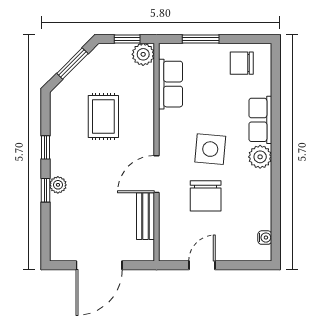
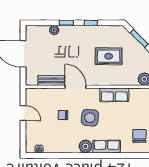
row of seats: (171, 84) -> (114, 95), moved
plant: (58, 185) -> (54, 30), moved
chair: (206, 196) -> (63, 115), width x0.54, depth x0.54

